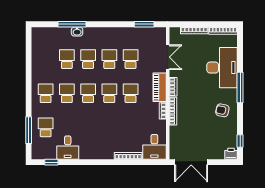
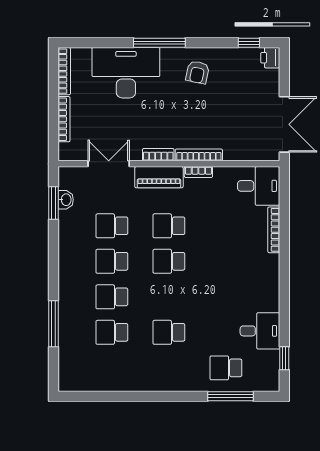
washbasin: (77, 32) -> (66, 200), moved
school desk: (46, 93) -> (169, 368), removed
school desk: (88, 93) -> (169, 297), removed

